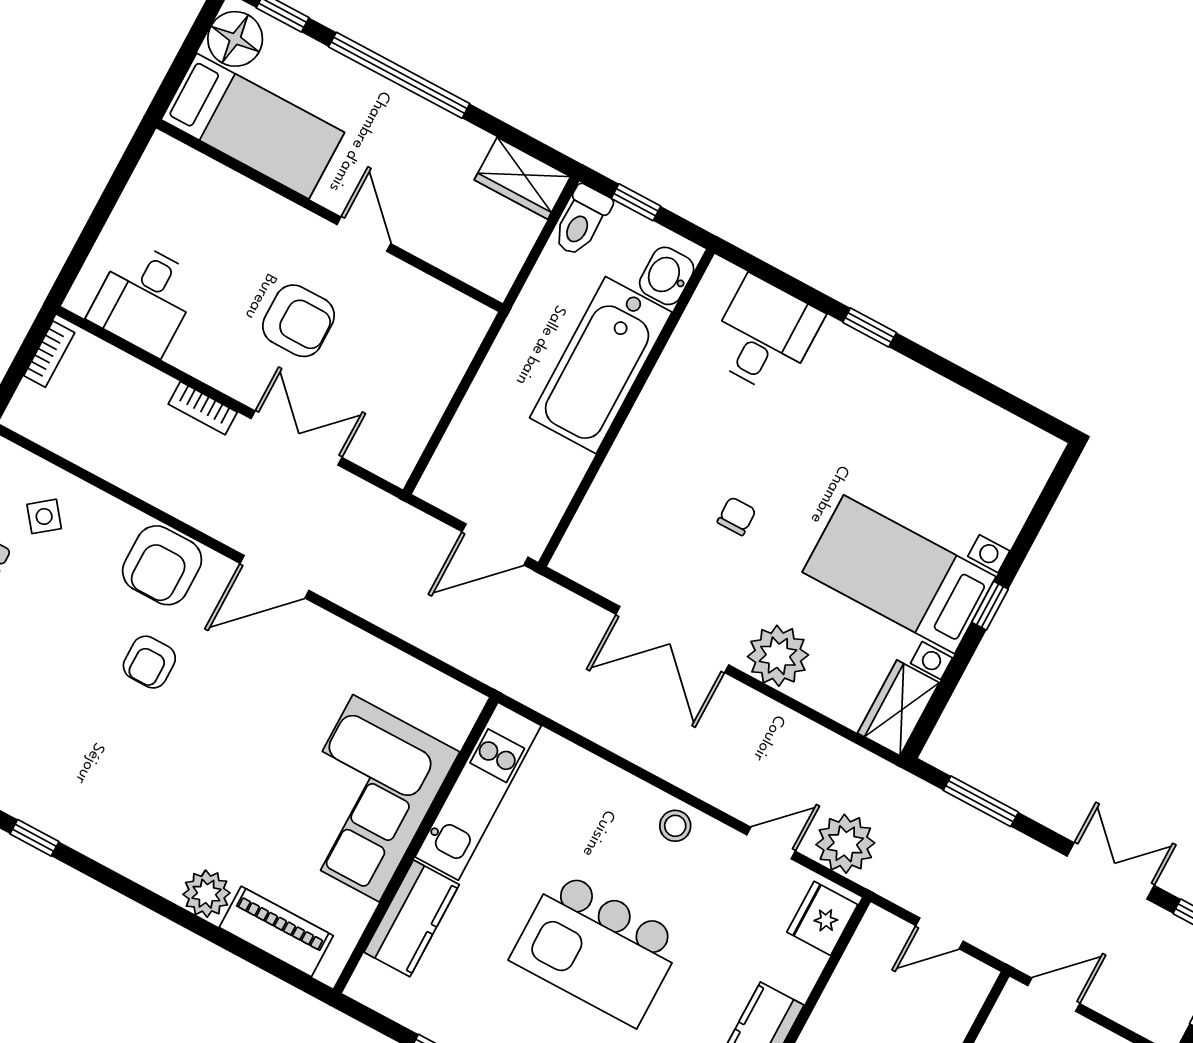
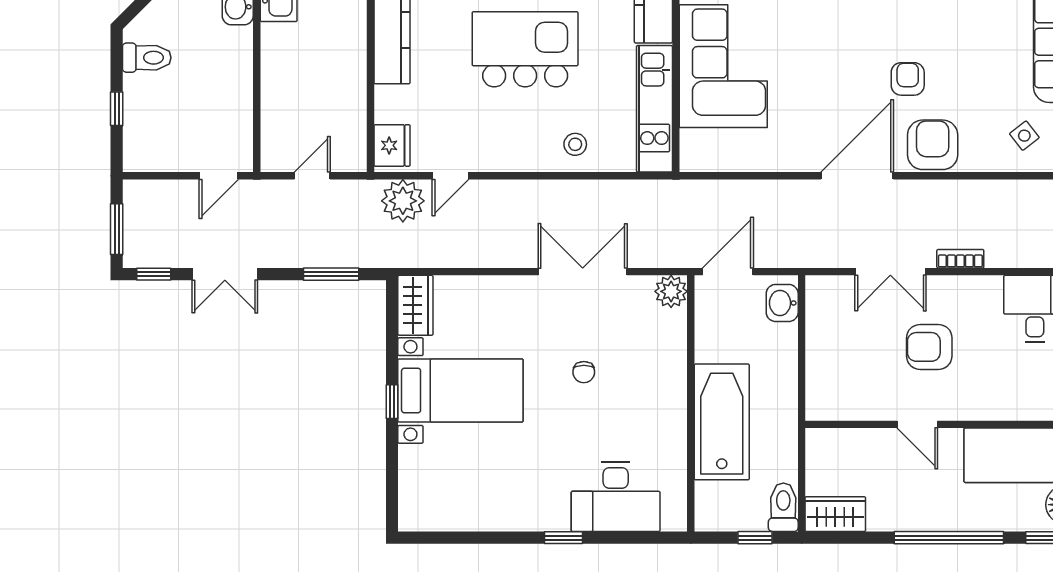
washbasin: (667, 276) -> (782, 303), moved, turned 180
desk: (765, 335) -> (616, 497), width x1.37
door: (274, 577) -> (857, 176), width x1.36
plant: (778, 656) -> (671, 291), moved, width x0.73, depth x0.73
stool: (675, 826) -> (575, 144), moved

